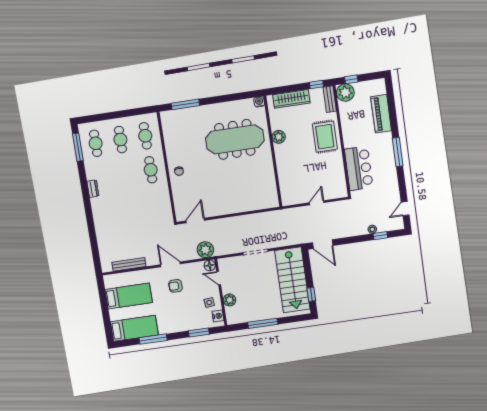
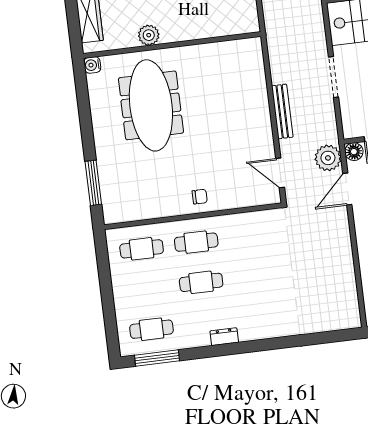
cafe table: (120, 140) -> (201, 282), moved
bench: (129, 264) -> (282, 111), moved
door: (170, 264) -> (347, 189), moved

